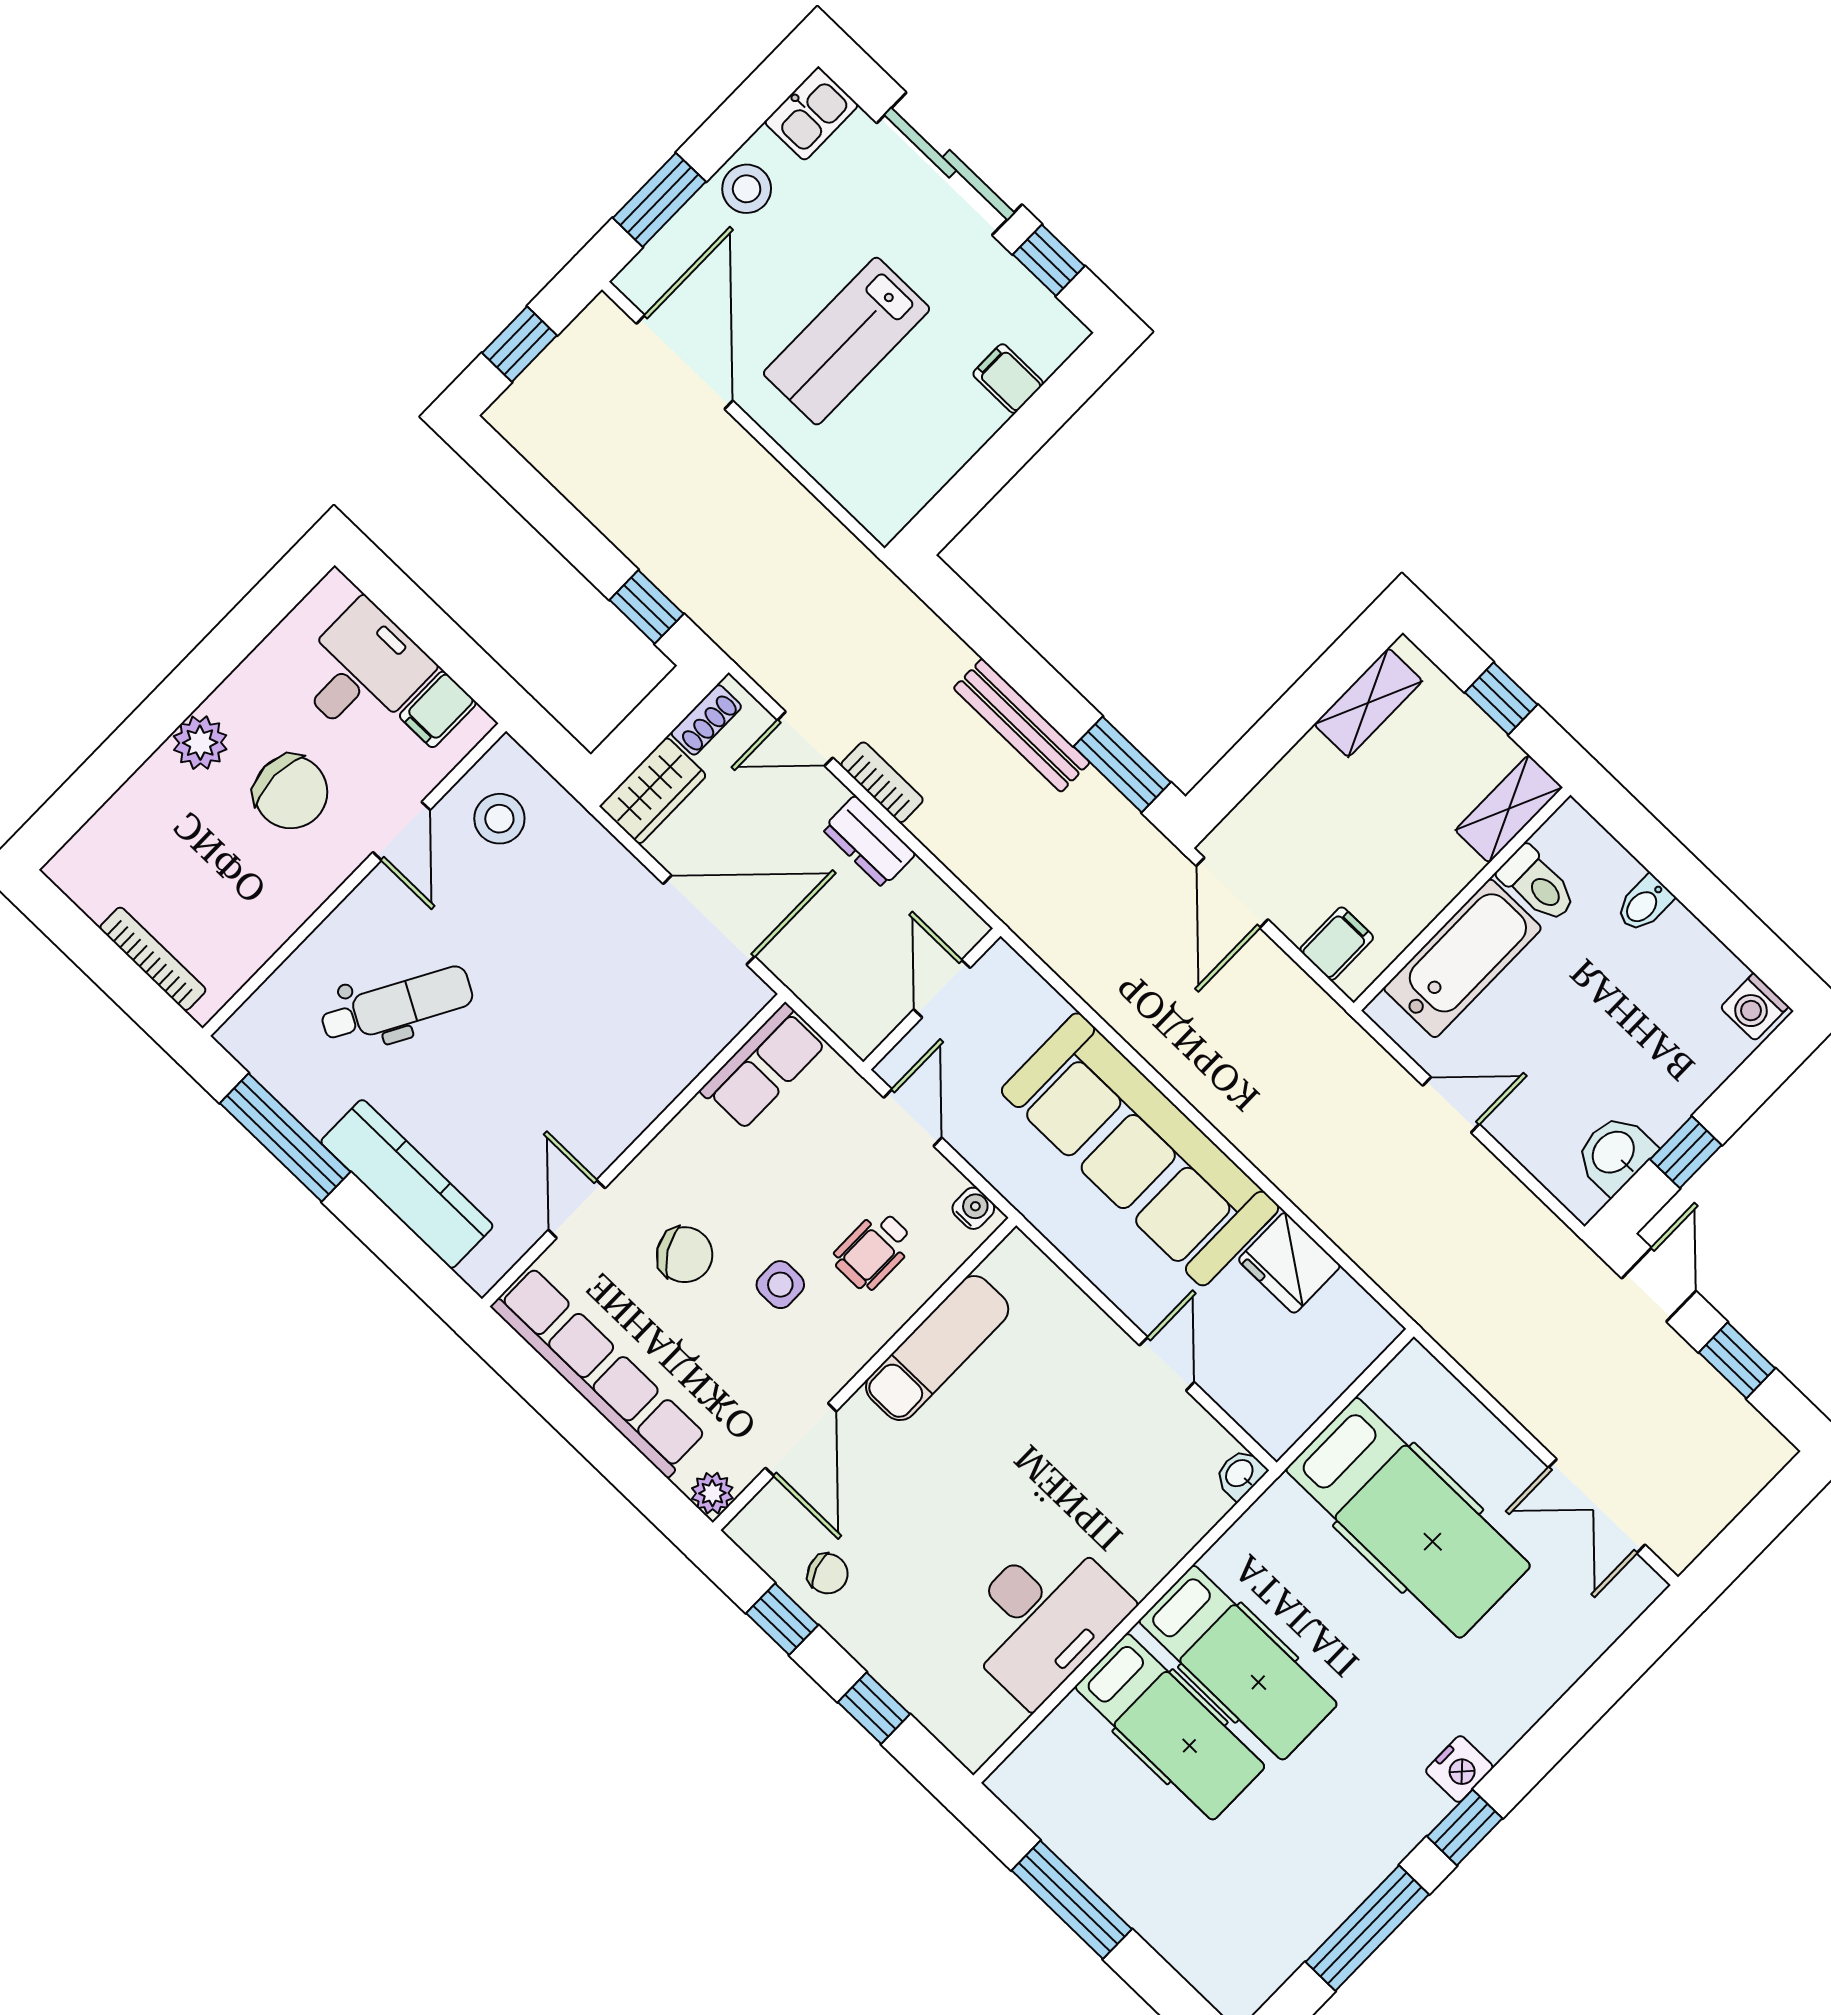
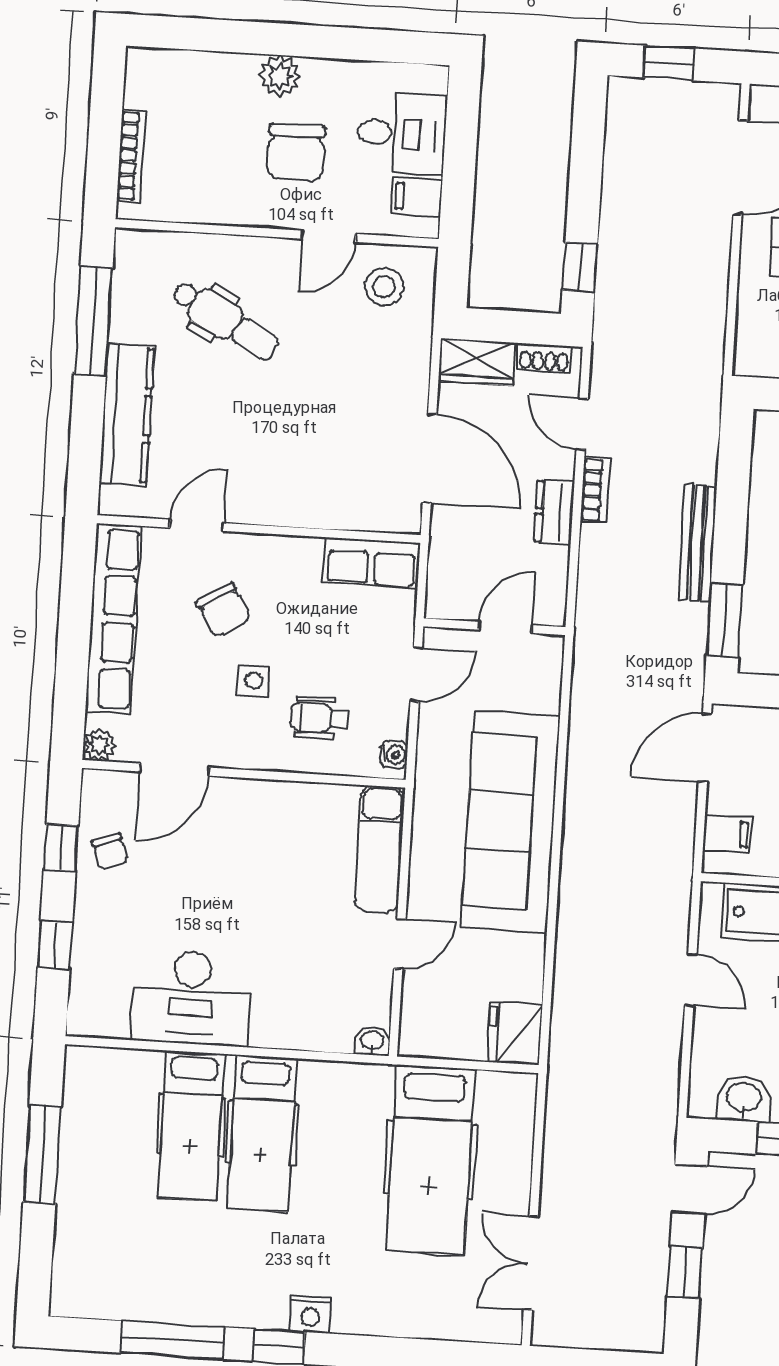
fridge: (1289, 1263) -> (515, 1033), moved
exam couch: (937, 1348) -> (380, 849), moved, turned 90

